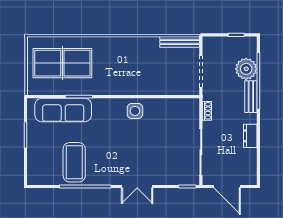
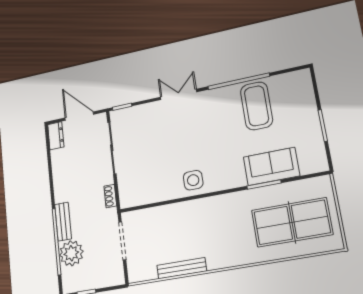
bench: (180, 42) -> (182, 268), moved
sofa: (63, 110) -> (271, 166), width x0.73
dresser: (250, 136) -> (56, 136), moved

